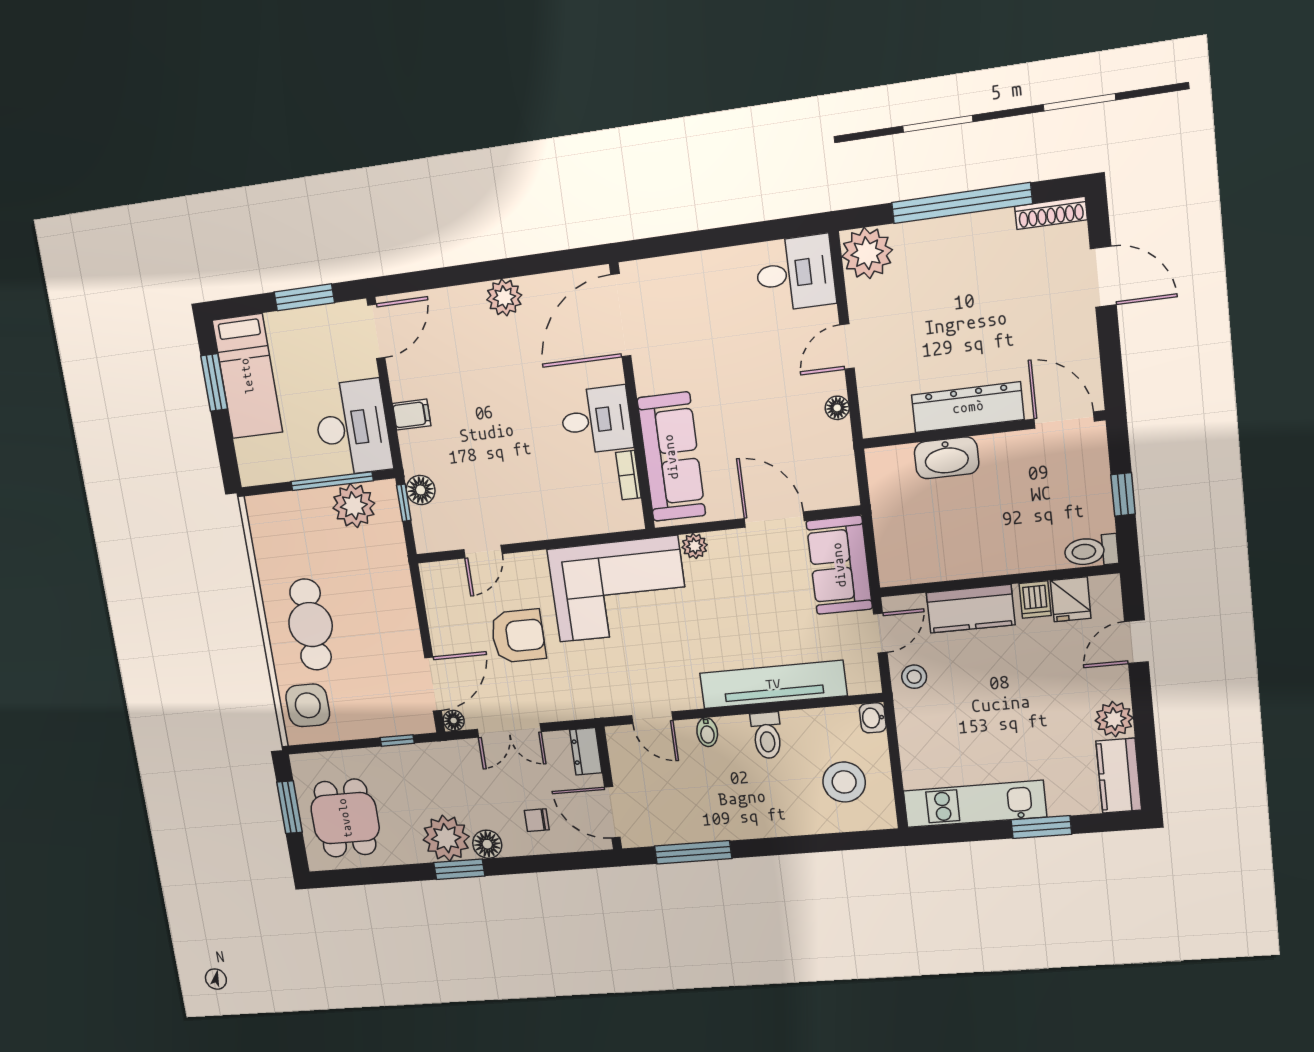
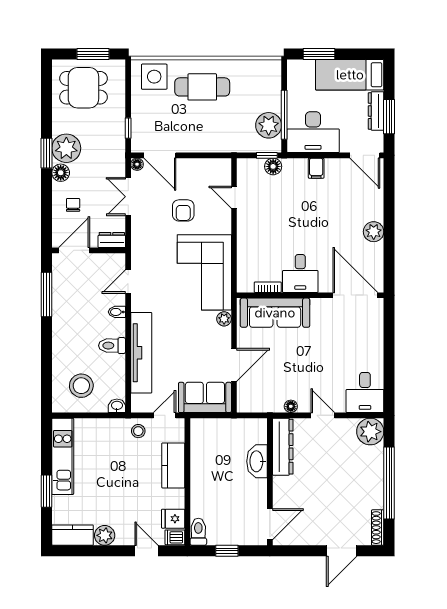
dresser: (299, 322) -> (376, 111), added
window: (214, 382) -> (319, 54), moved
dresser: (968, 407) -> (283, 447), moved
dishwasher: (1035, 600) -> (175, 537), moved
door: (880, 633) -> (165, 415), swing flipped
armchair: (518, 636) -> (183, 210), width x0.72, depth x0.72

